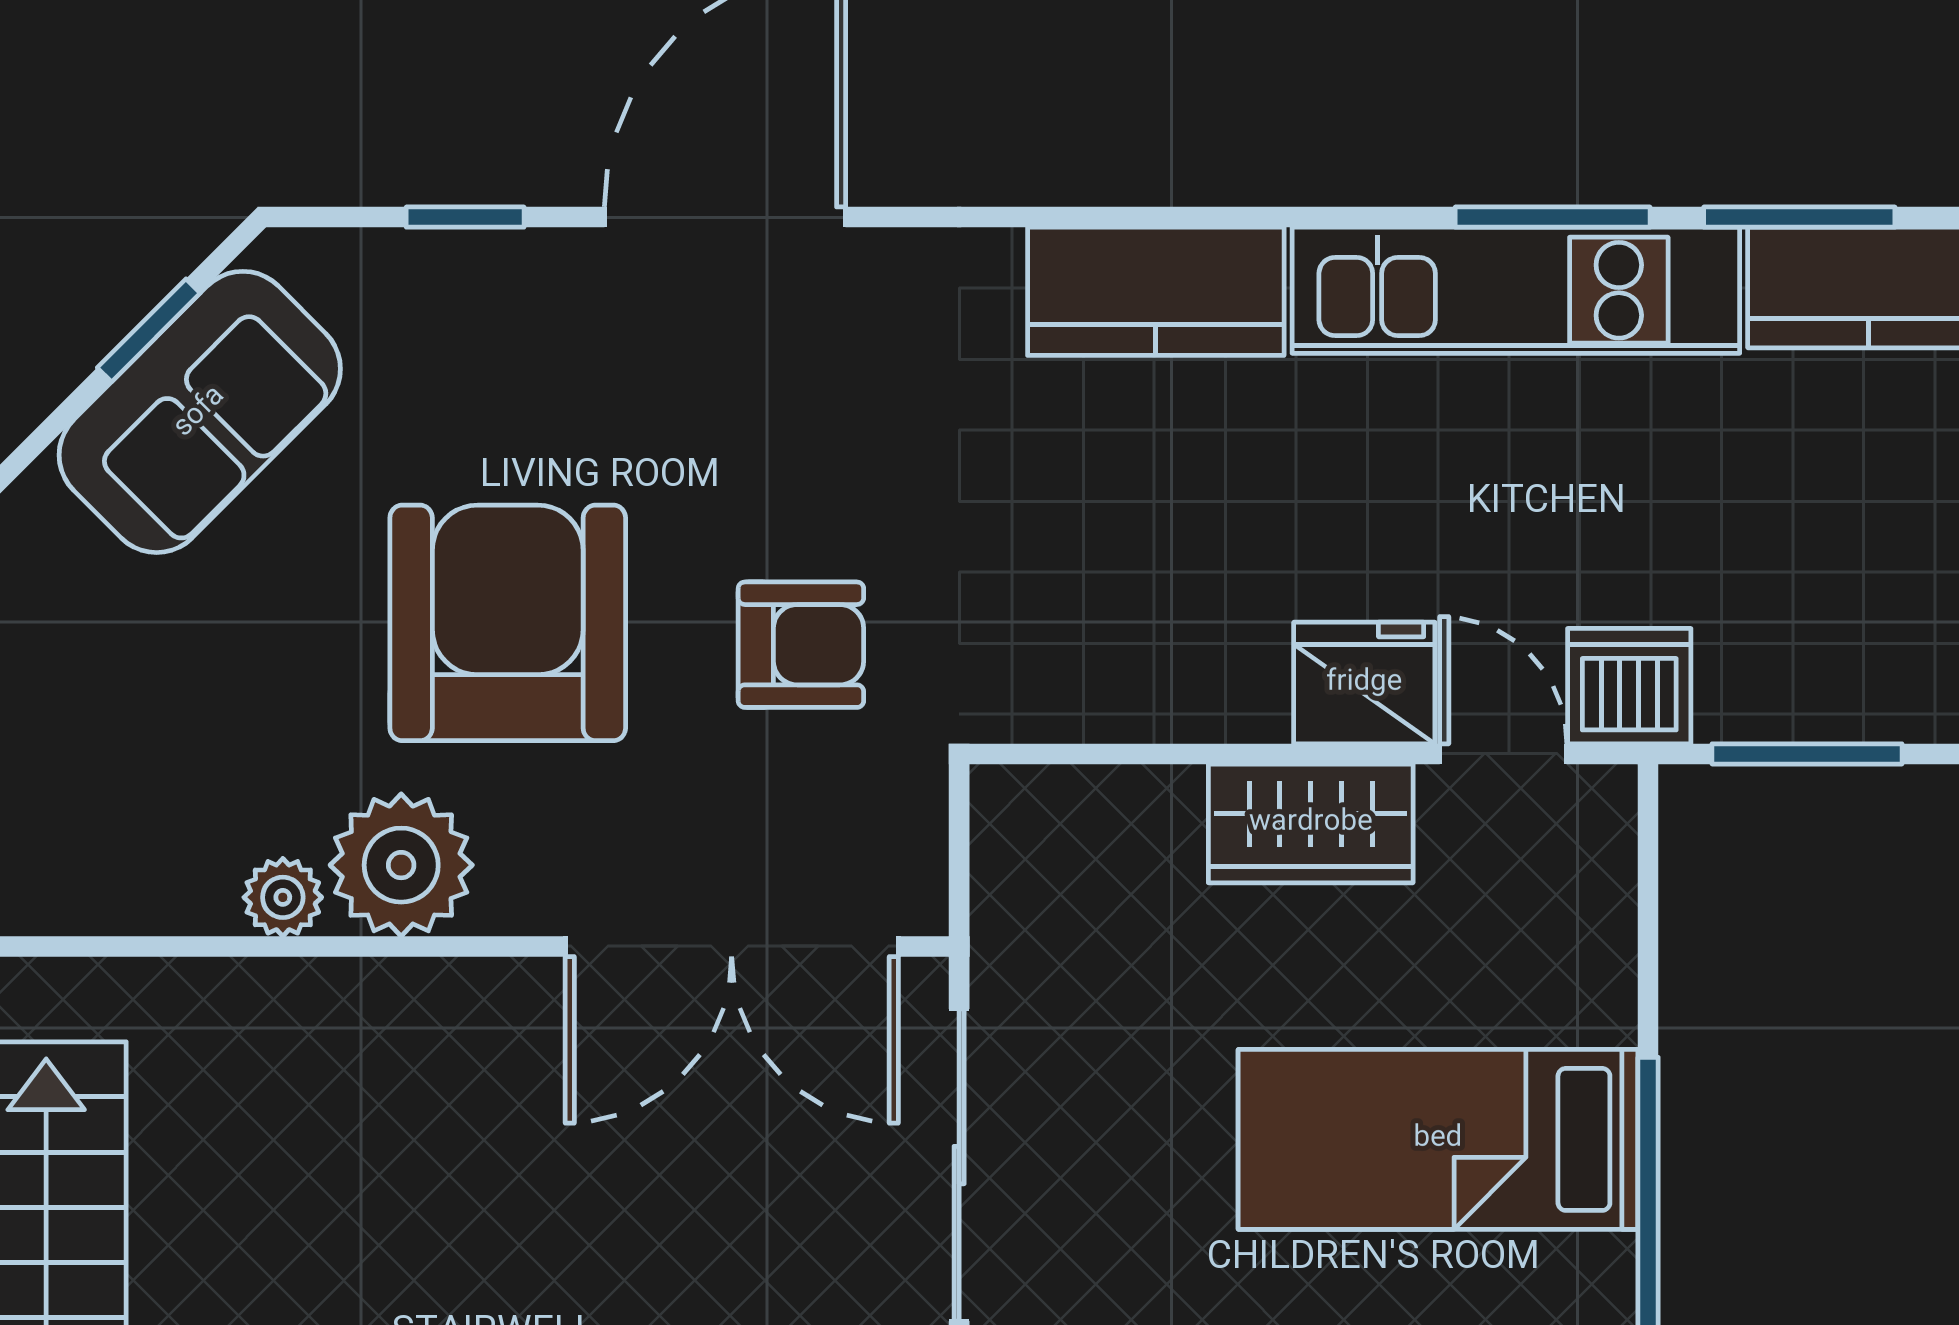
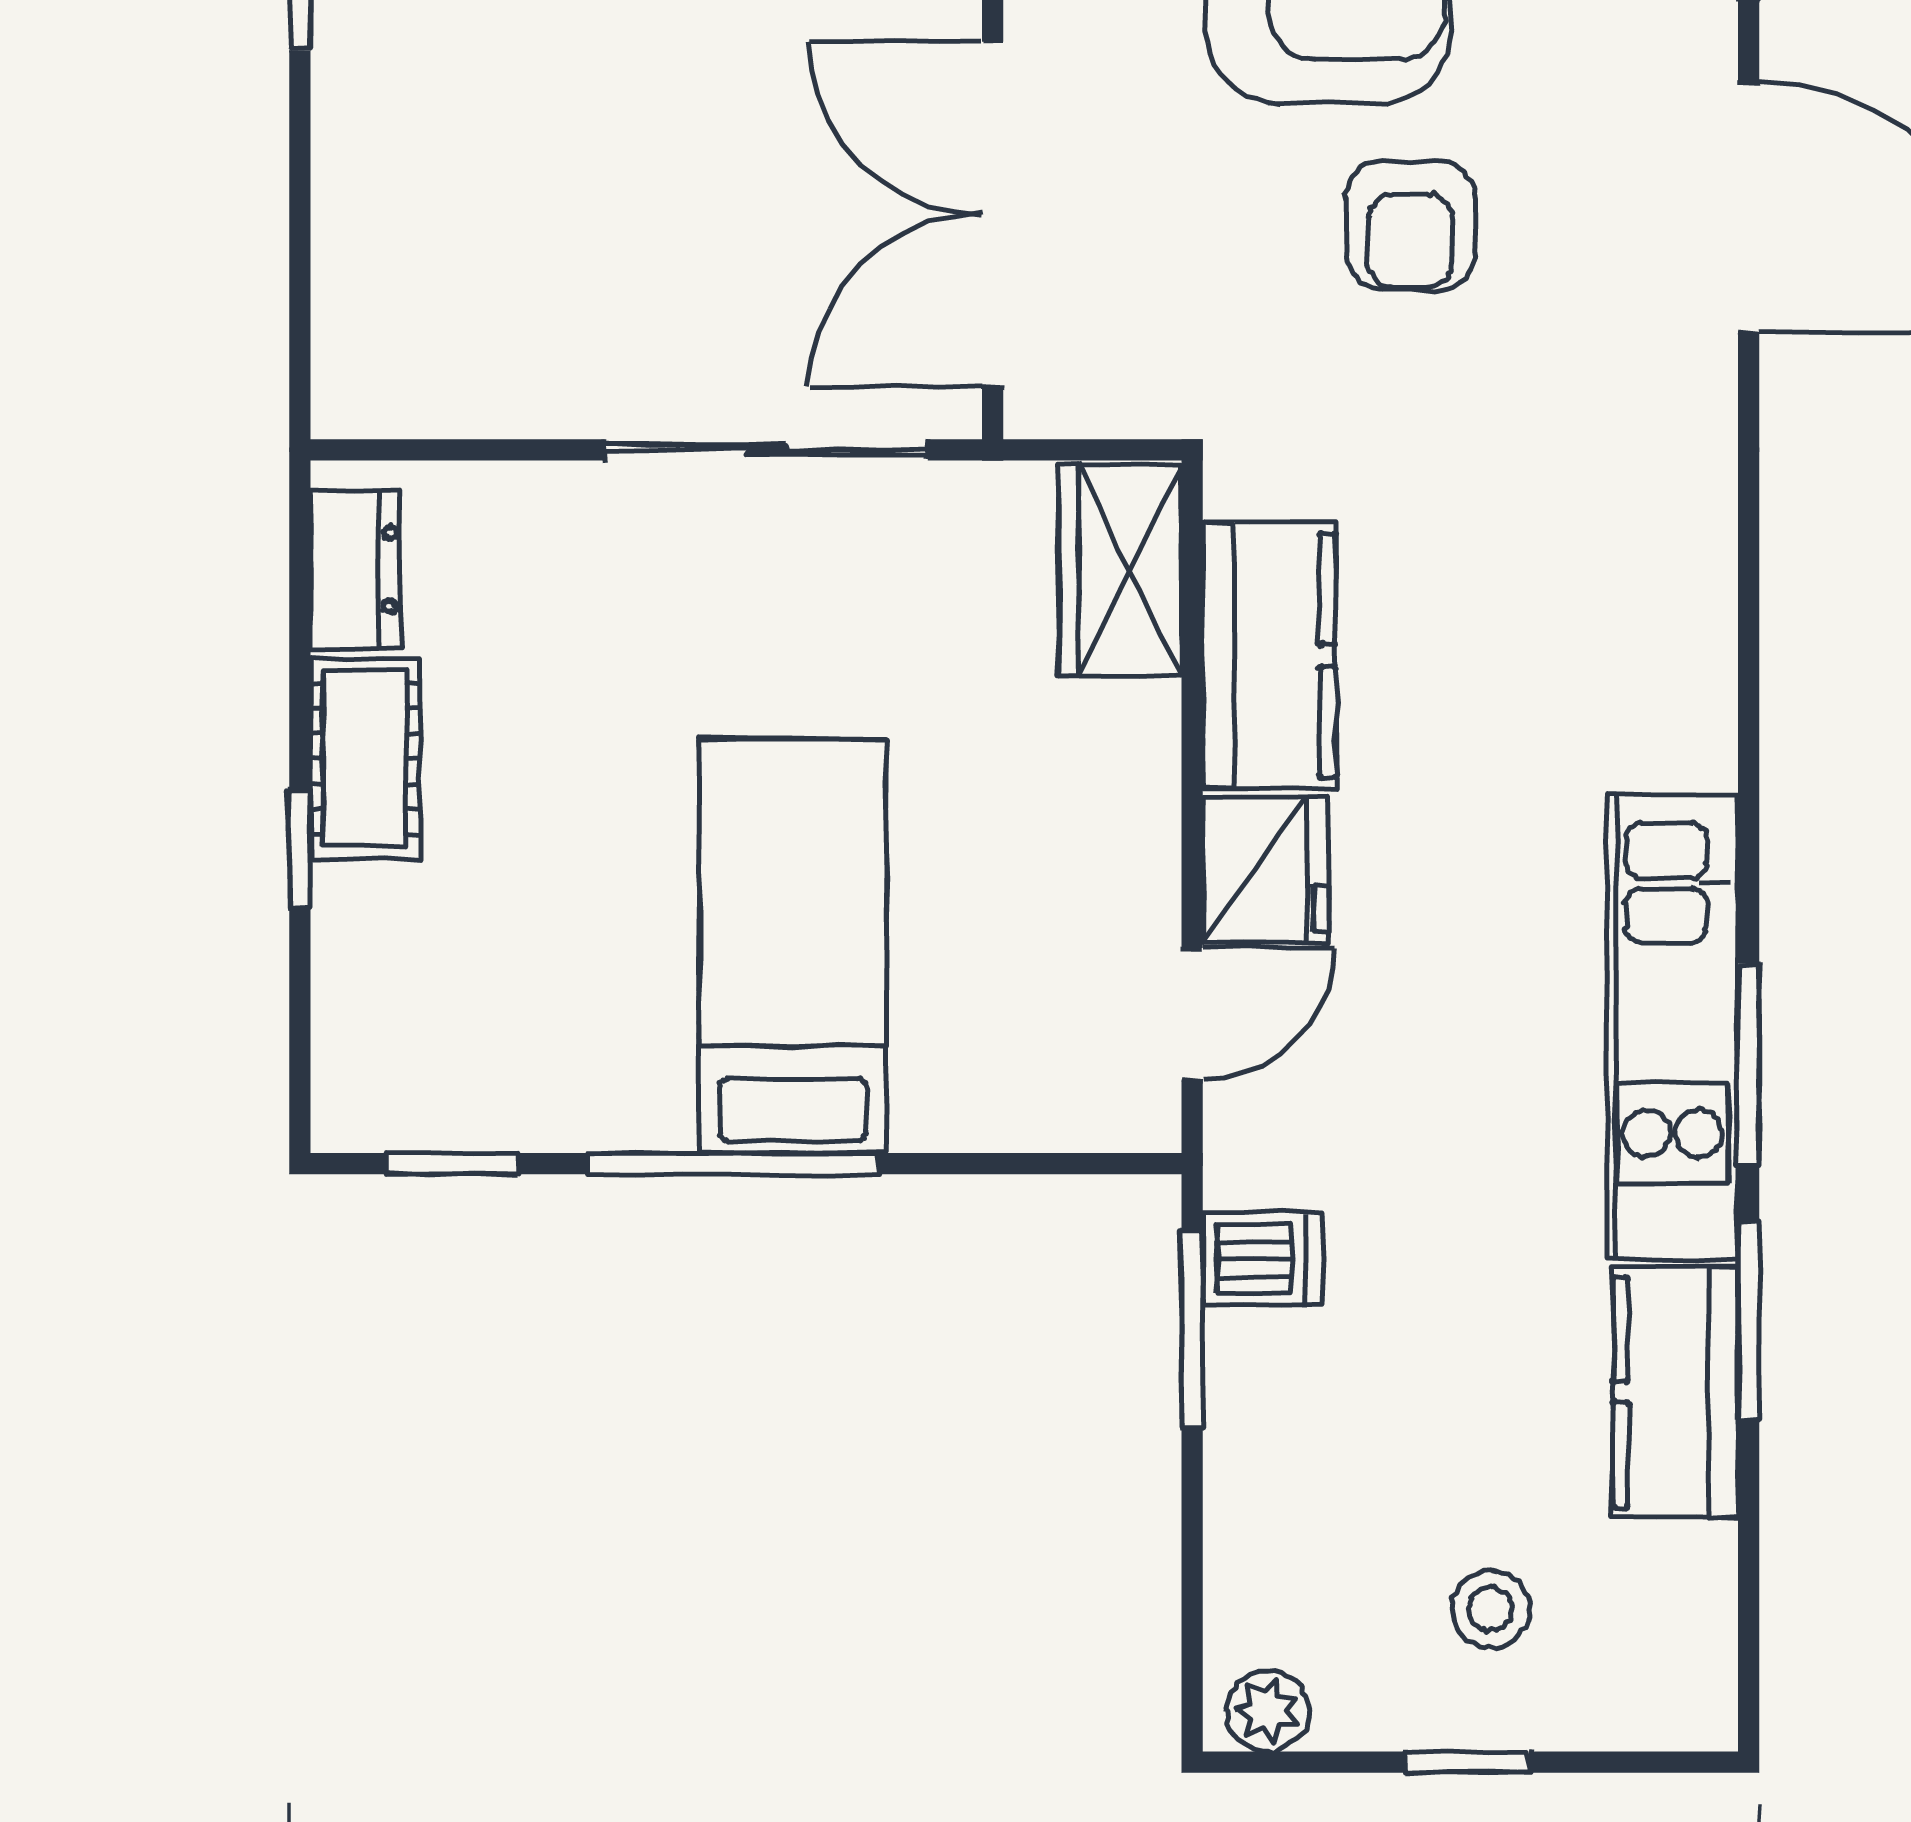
kitchen counter: (1156, 291) -> (1269, 655), moved, turned 180
armchair: (801, 645) -> (1410, 225), moved
dishwasher: (1629, 686) -> (1262, 1259), moved, width x0.73
wardrobe: (1311, 823) -> (1120, 570), moved

